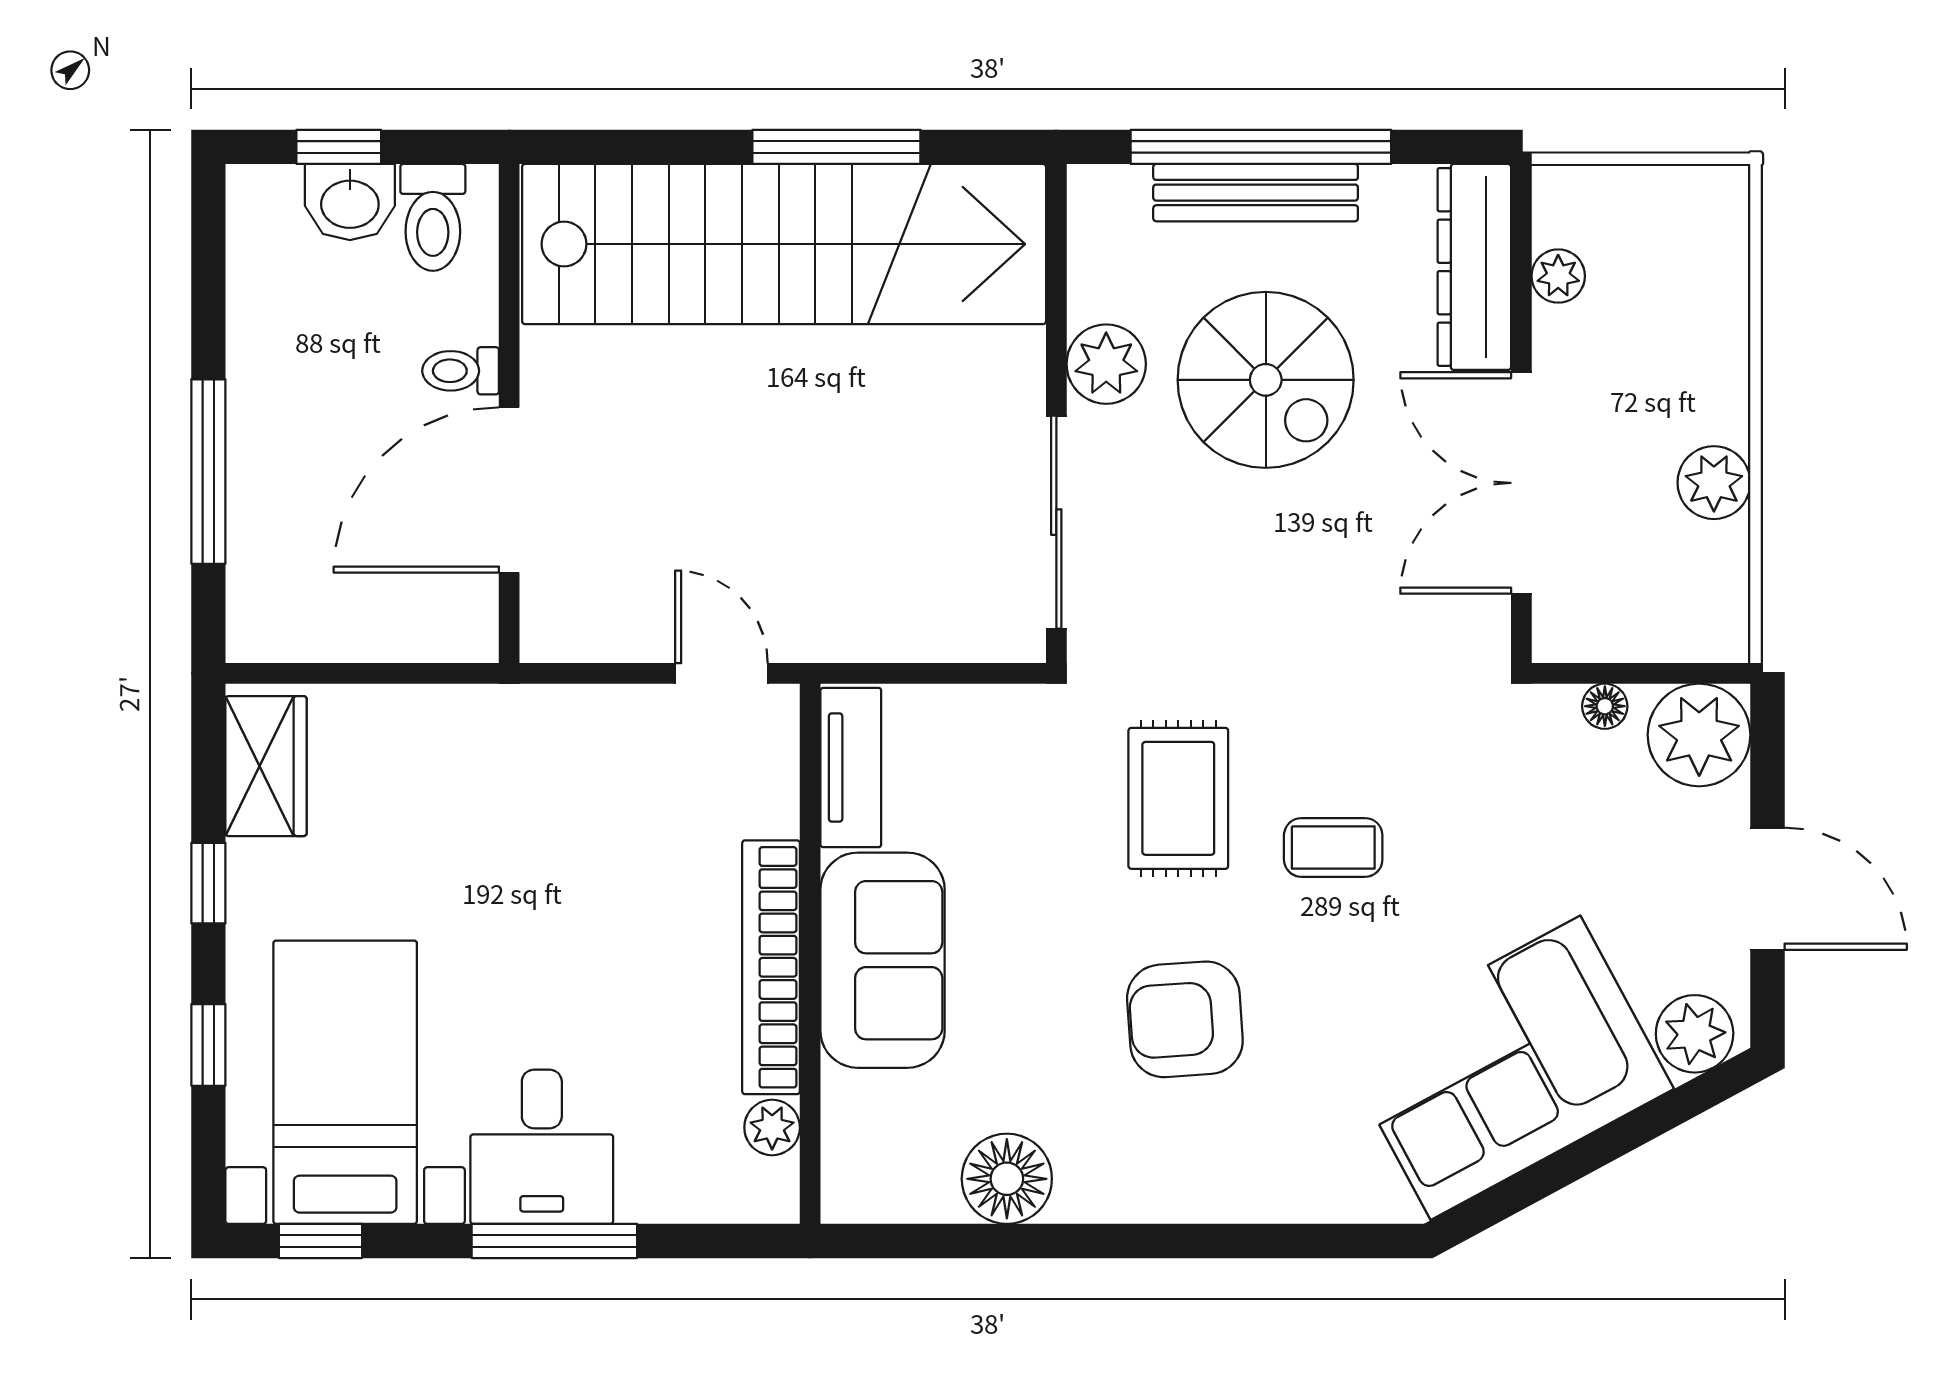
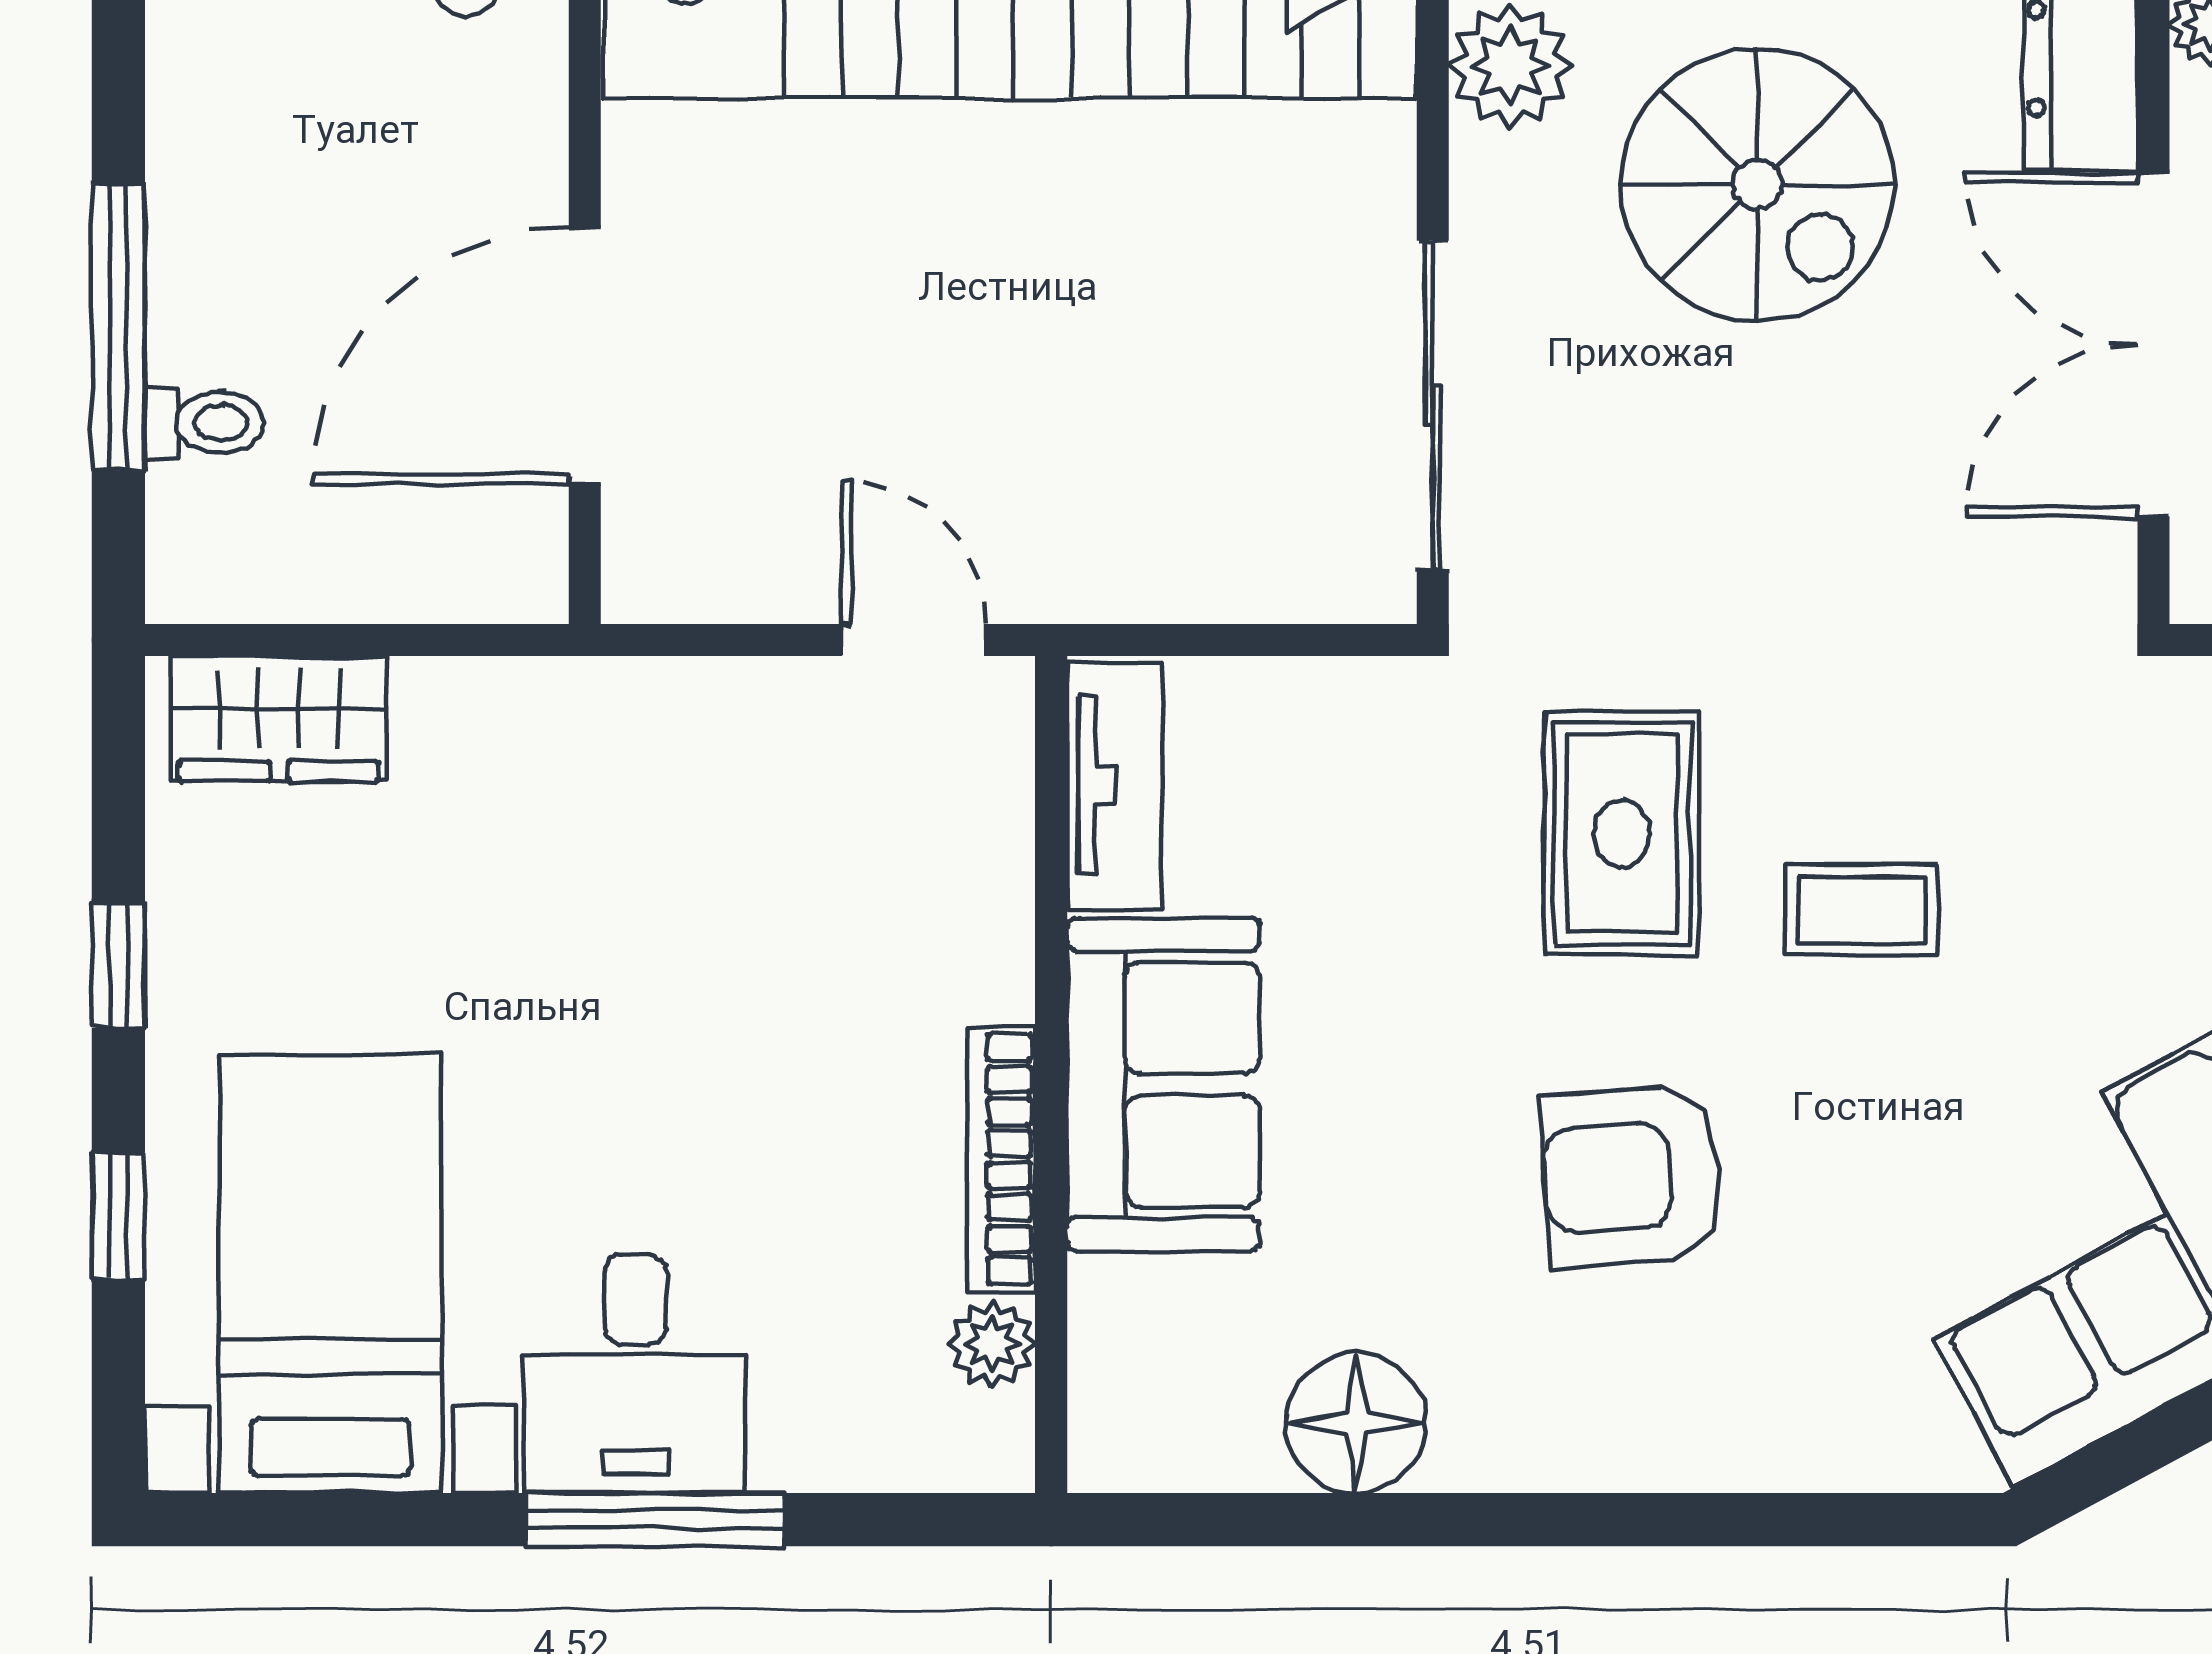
plant: (1106, 364) -> (1510, 66), moved
toilet: (461, 371) -> (204, 422), moved, turned 180
wardrobe: (266, 766) -> (279, 719), moved, turned 90
bookcase: (771, 967) -> (1001, 1159), width x0.68, depth x0.76
window: (321, 1241) -> (292, 1520), removed

